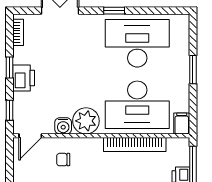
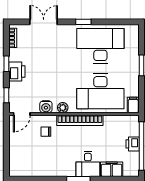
plant: (86, 121) -> (63, 108), width x0.53, depth x0.53
bookcase: (135, 145) -> (80, 120), moved

